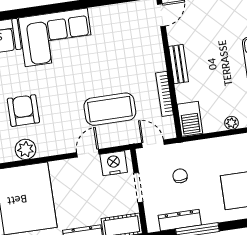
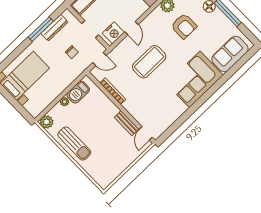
bench: (179, 64) -> (127, 123), moved
coffee table: (110, 109) -> (149, 62), moved
barbecue: (190, 119) -> (78, 92), moved, turned -90

